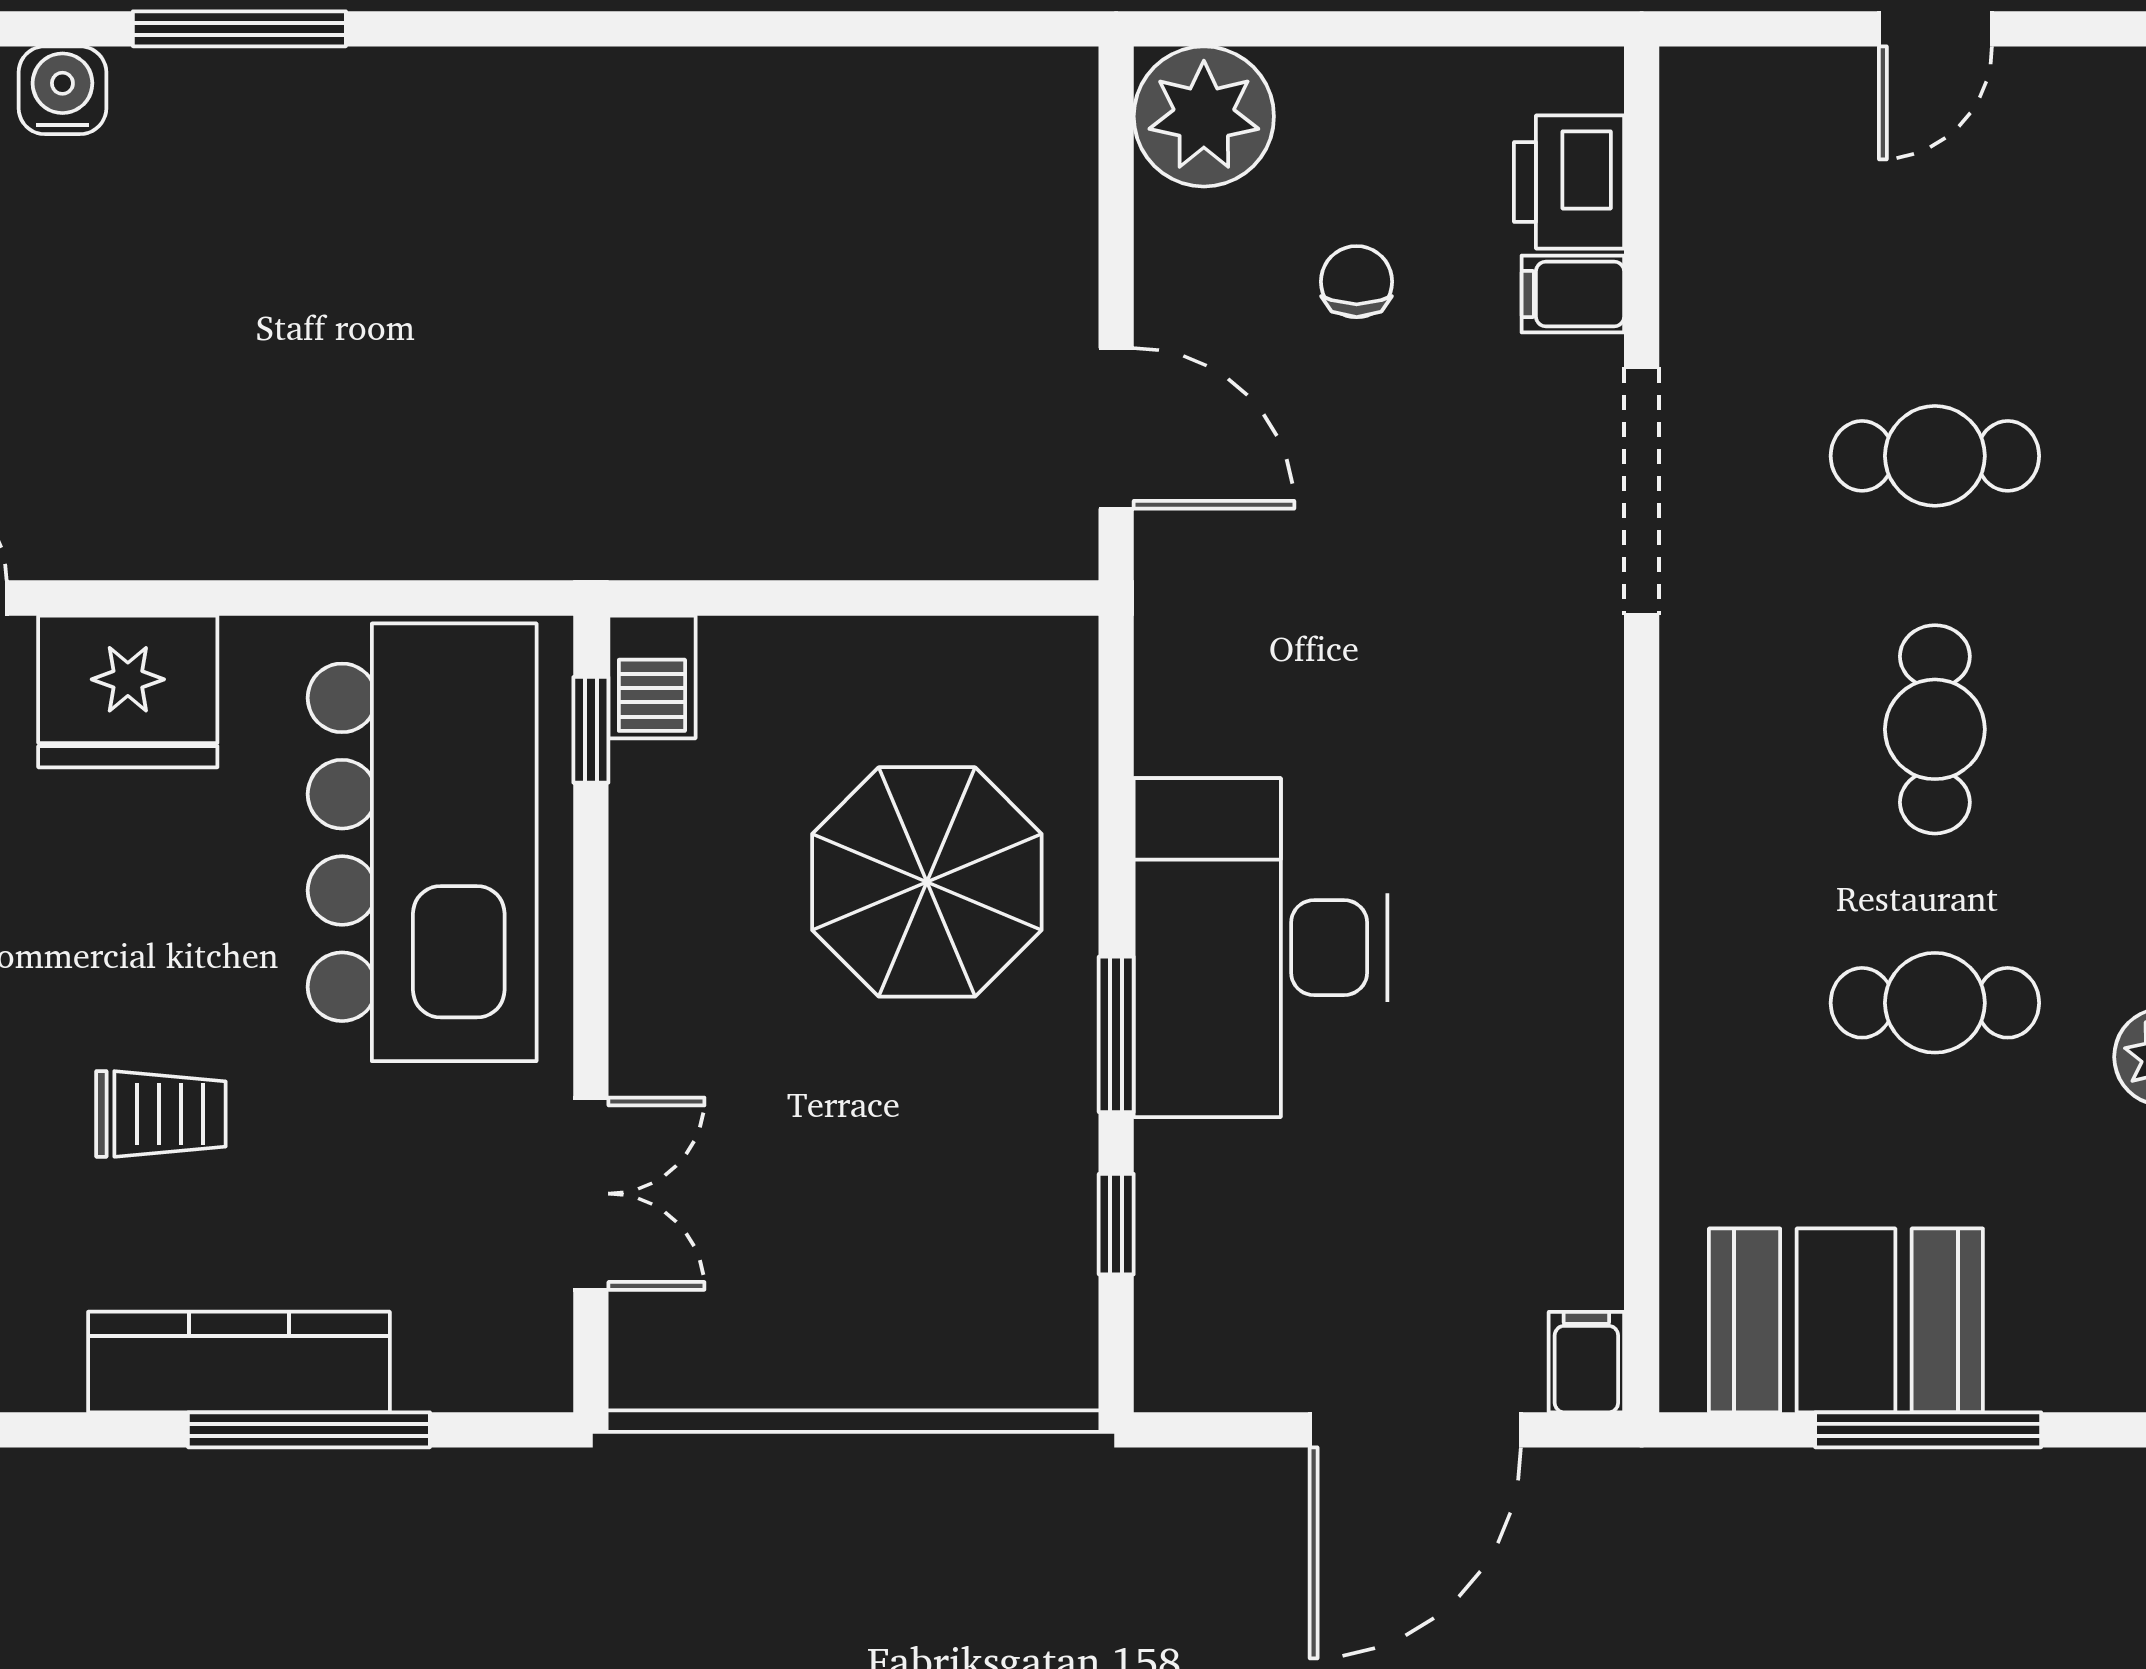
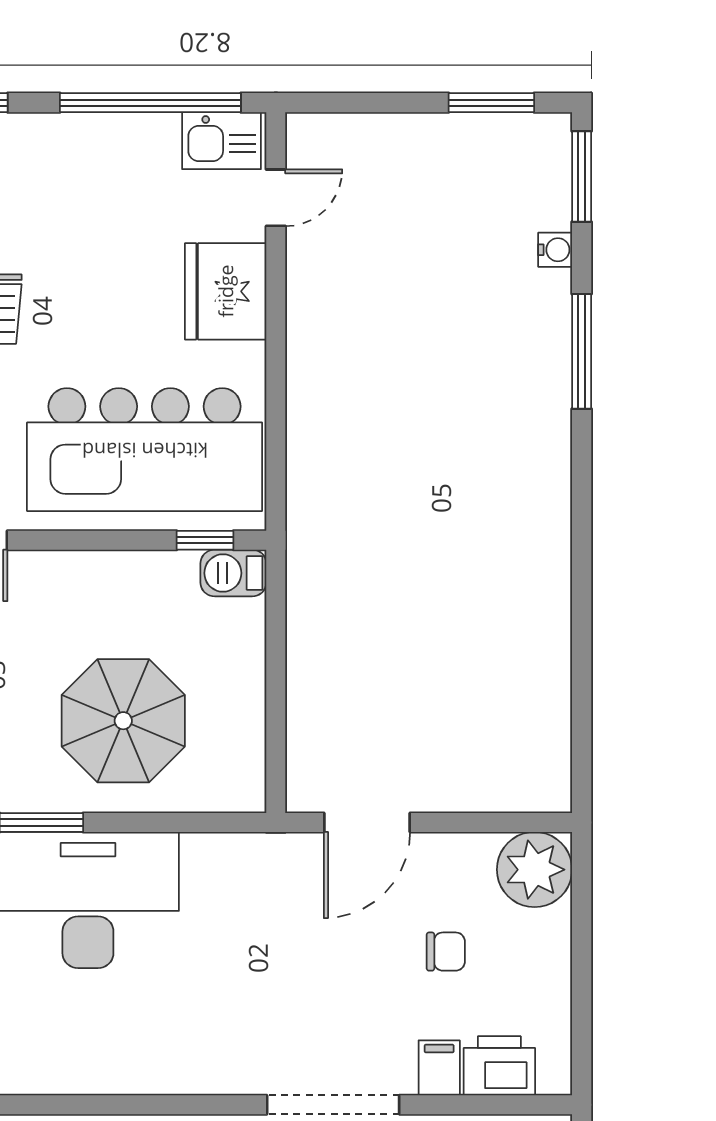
water cooler: (62, 90) -> (555, 250), width x0.72, depth x0.72

